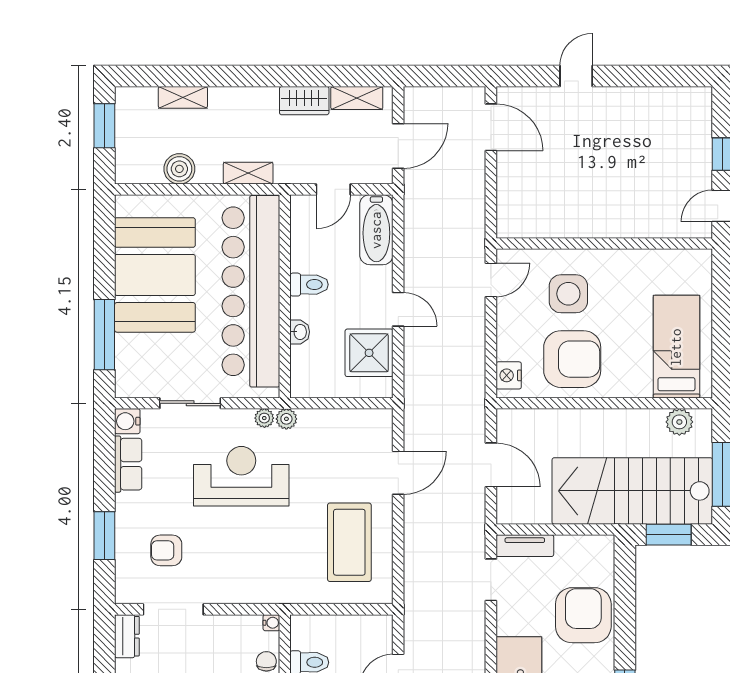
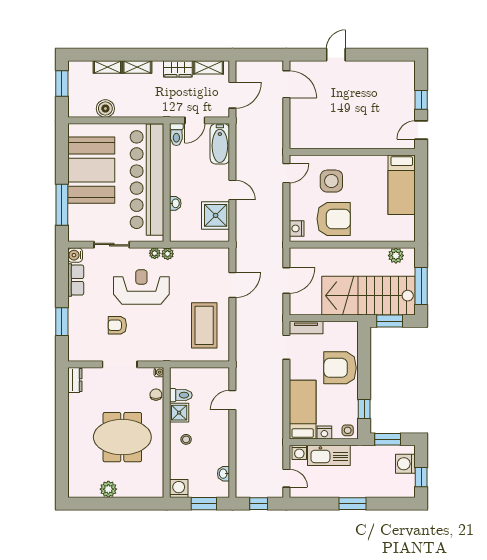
shelving: (248, 173) -> (137, 67), moved
toilet: (309, 285) -> (176, 135), moved, turned 90
bed: (676, 347) -> (402, 185), moved, turned 180
door: (491, 465) -> (286, 281), hinge flipped
armchair: (166, 550) -> (117, 325), moved
doorway: (173, 609) -> (120, 364), moved
armchair: (583, 615) -> (340, 368), turned -90

